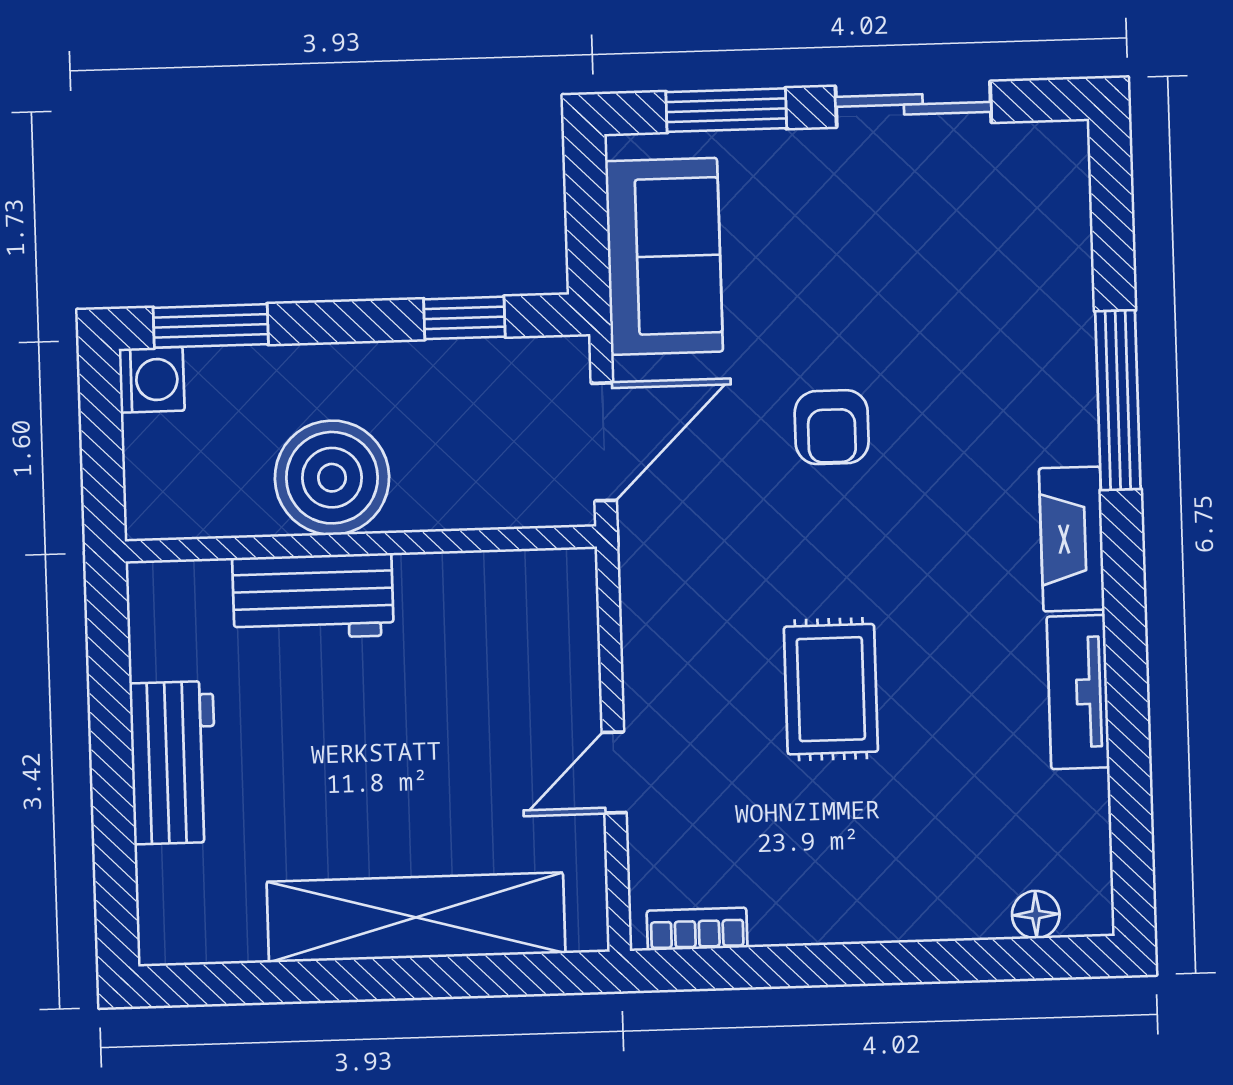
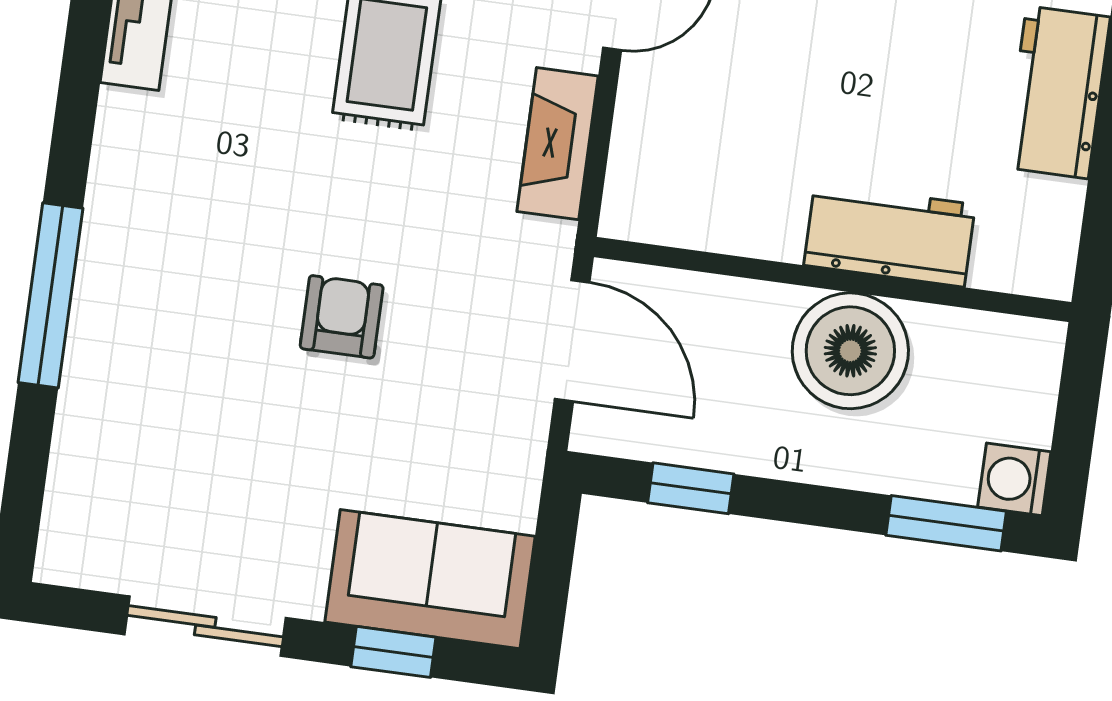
window: (726, 110) -> (393, 652), width x0.67
sofa: (664, 256) -> (430, 579), moved, turned 90
door: (604, 442) -> (572, 341), swing flipped
fireplace: (1072, 539) -> (558, 144), moved, turned 180

